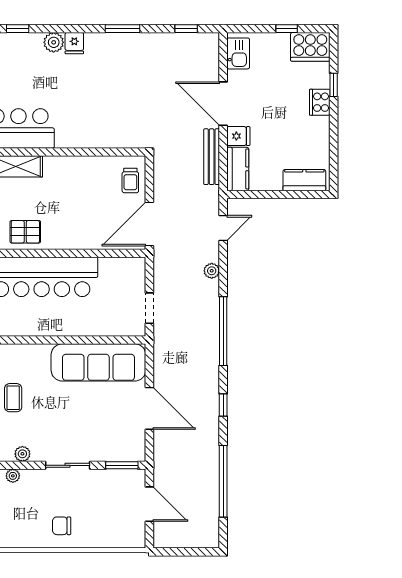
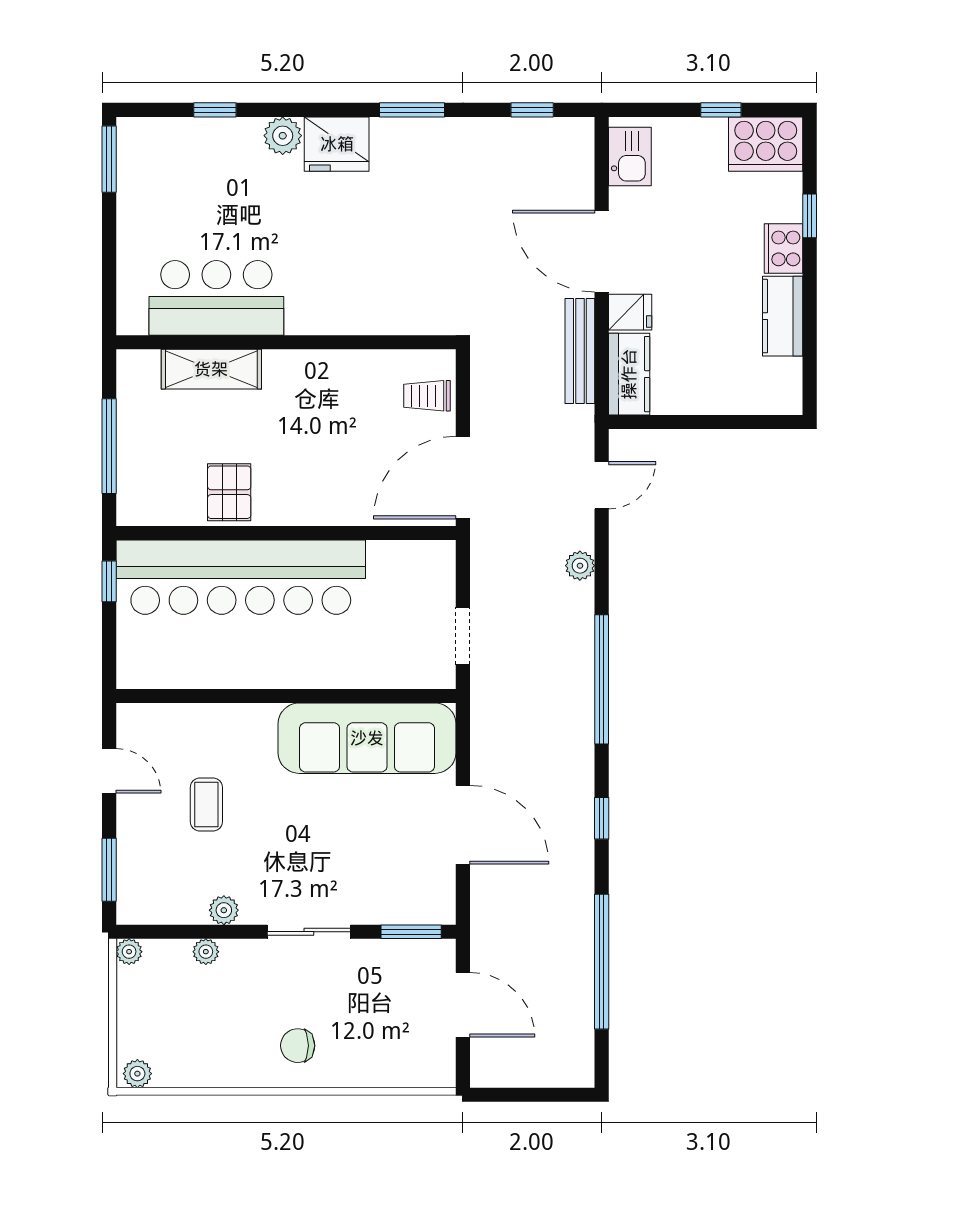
fridge: (74, 43) -> (337, 144), width x1.88, depth x1.34
kitchen counter: (304, 180) -> (783, 316), moved, turned -90
trolley: (130, 181) -> (427, 396), turned 90
pallet: (25, 232) -> (229, 492), turned 90

